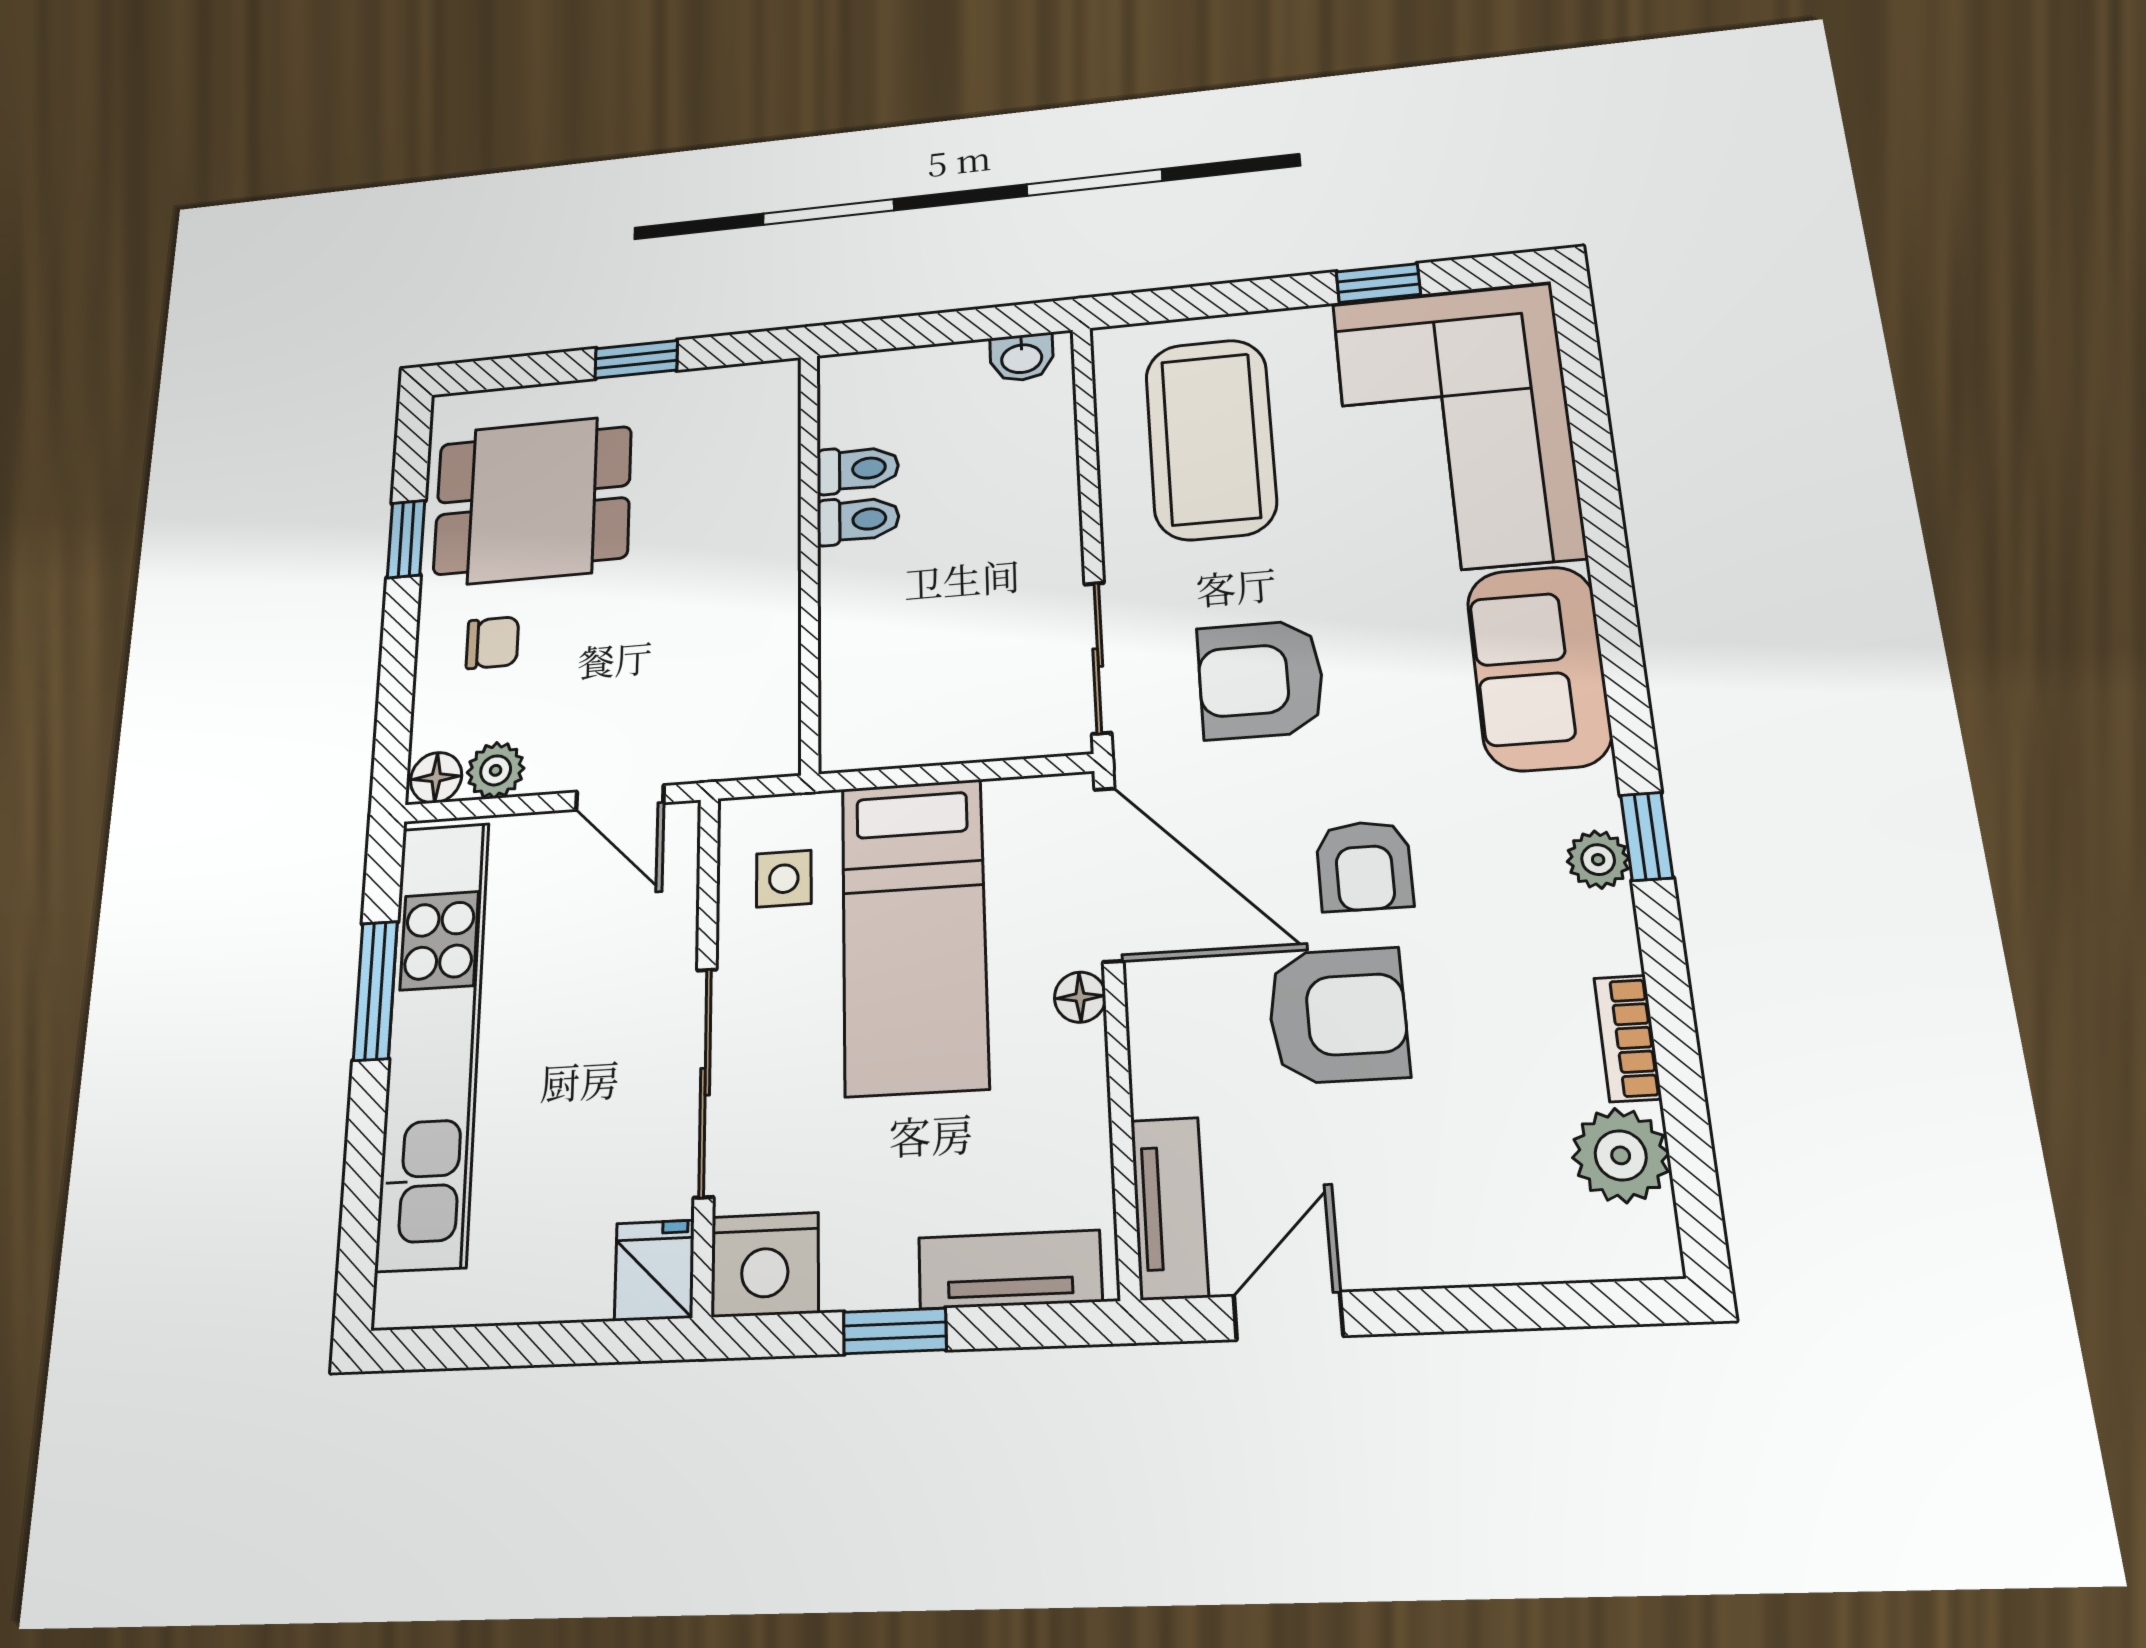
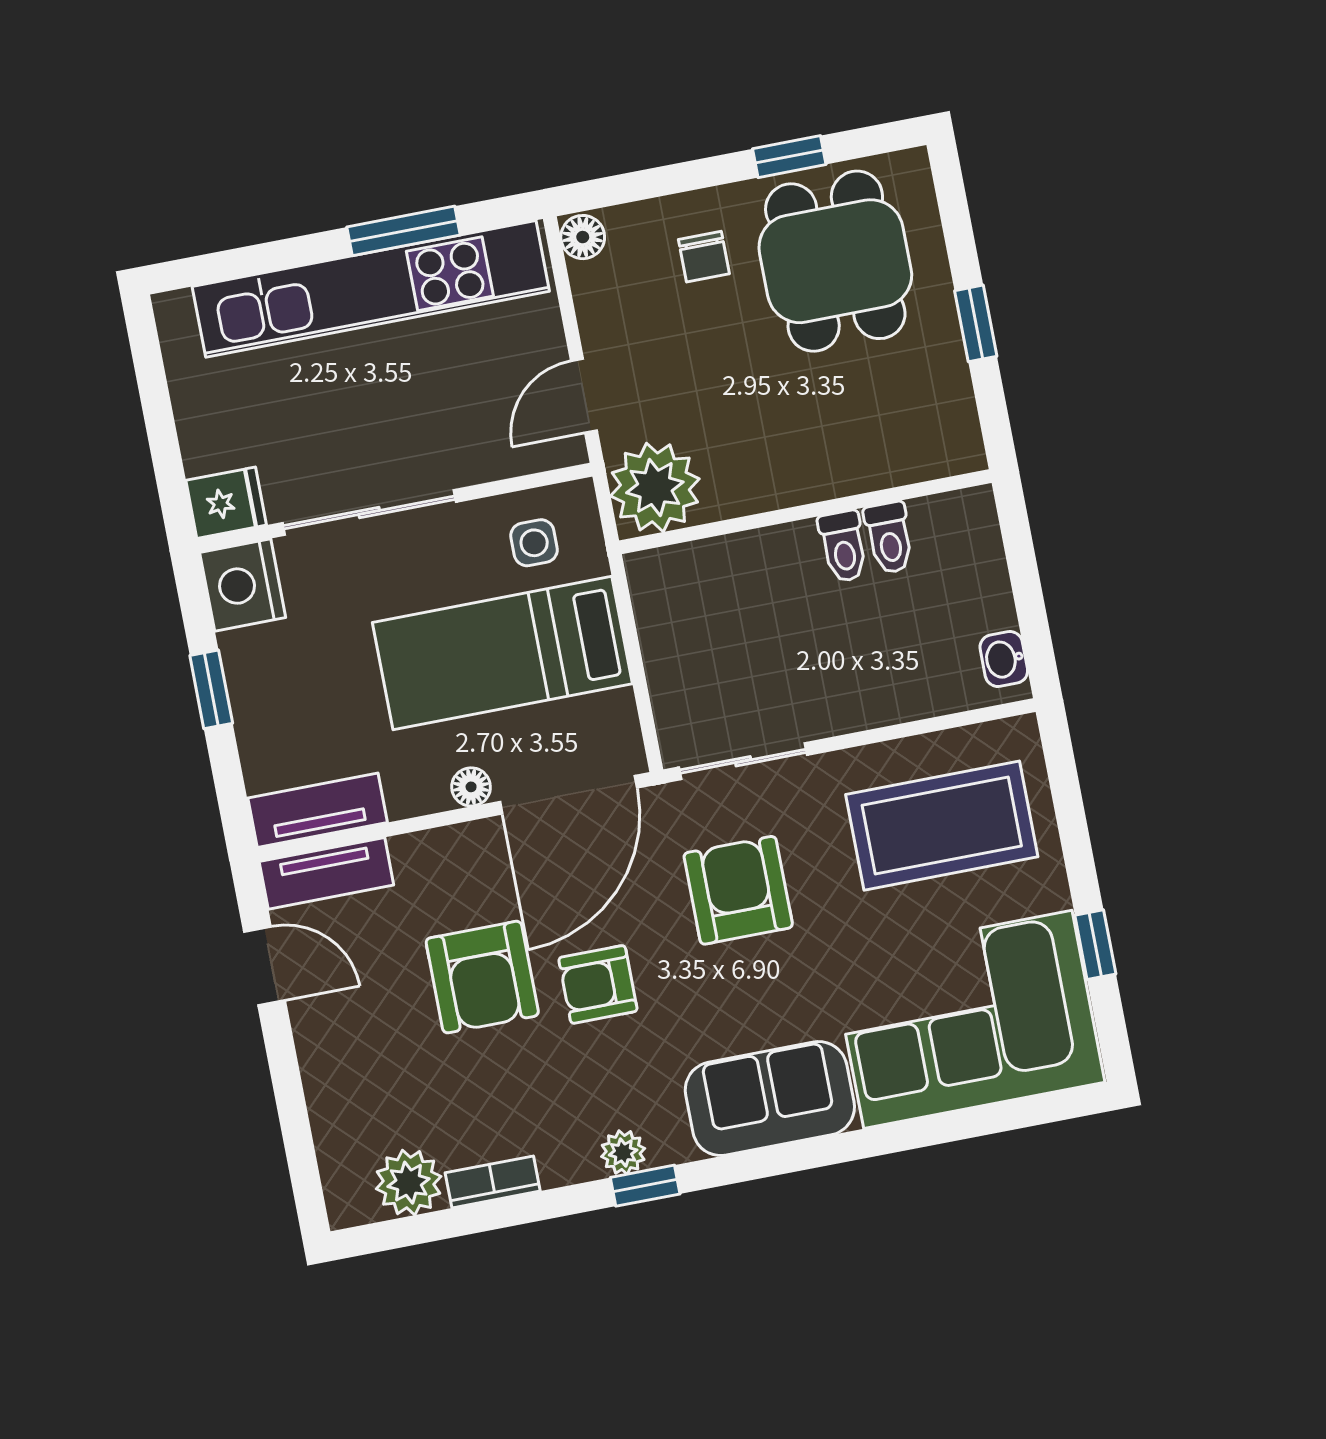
plant: (496, 770) -> (655, 487), moved, width x1.88, depth x1.88
tv unit: (1010, 1269) -> (318, 810), moved, turned -90

